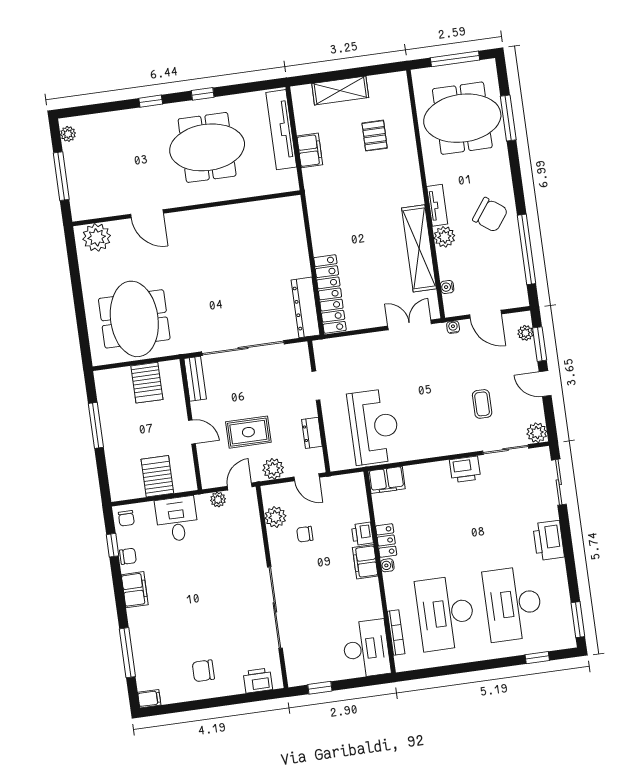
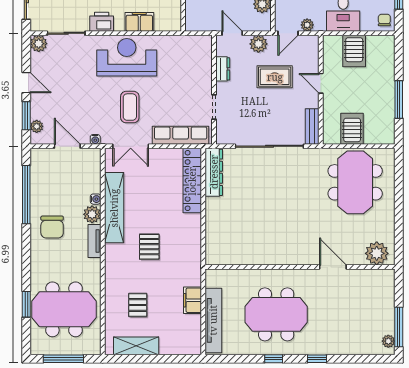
shelving: (340, 91) -> (136, 346), moved
window: (508, 118) -> (26, 304), width x0.69
window: (61, 176) -> (399, 327), moved
pallet: (371, 207) -> (149, 247), added
chair: (490, 215) -> (52, 227), turned -126
water cooler: (447, 287) -> (96, 199), moved
row of seats: (351, 346) -> (181, 135), added
coffee table: (482, 404) -> (130, 107), moved, width x1.36, depth x1.30
reception desk: (374, 427) -> (127, 57), moved, turned 90
filing cabinet: (387, 480) -> (139, 22), moved

